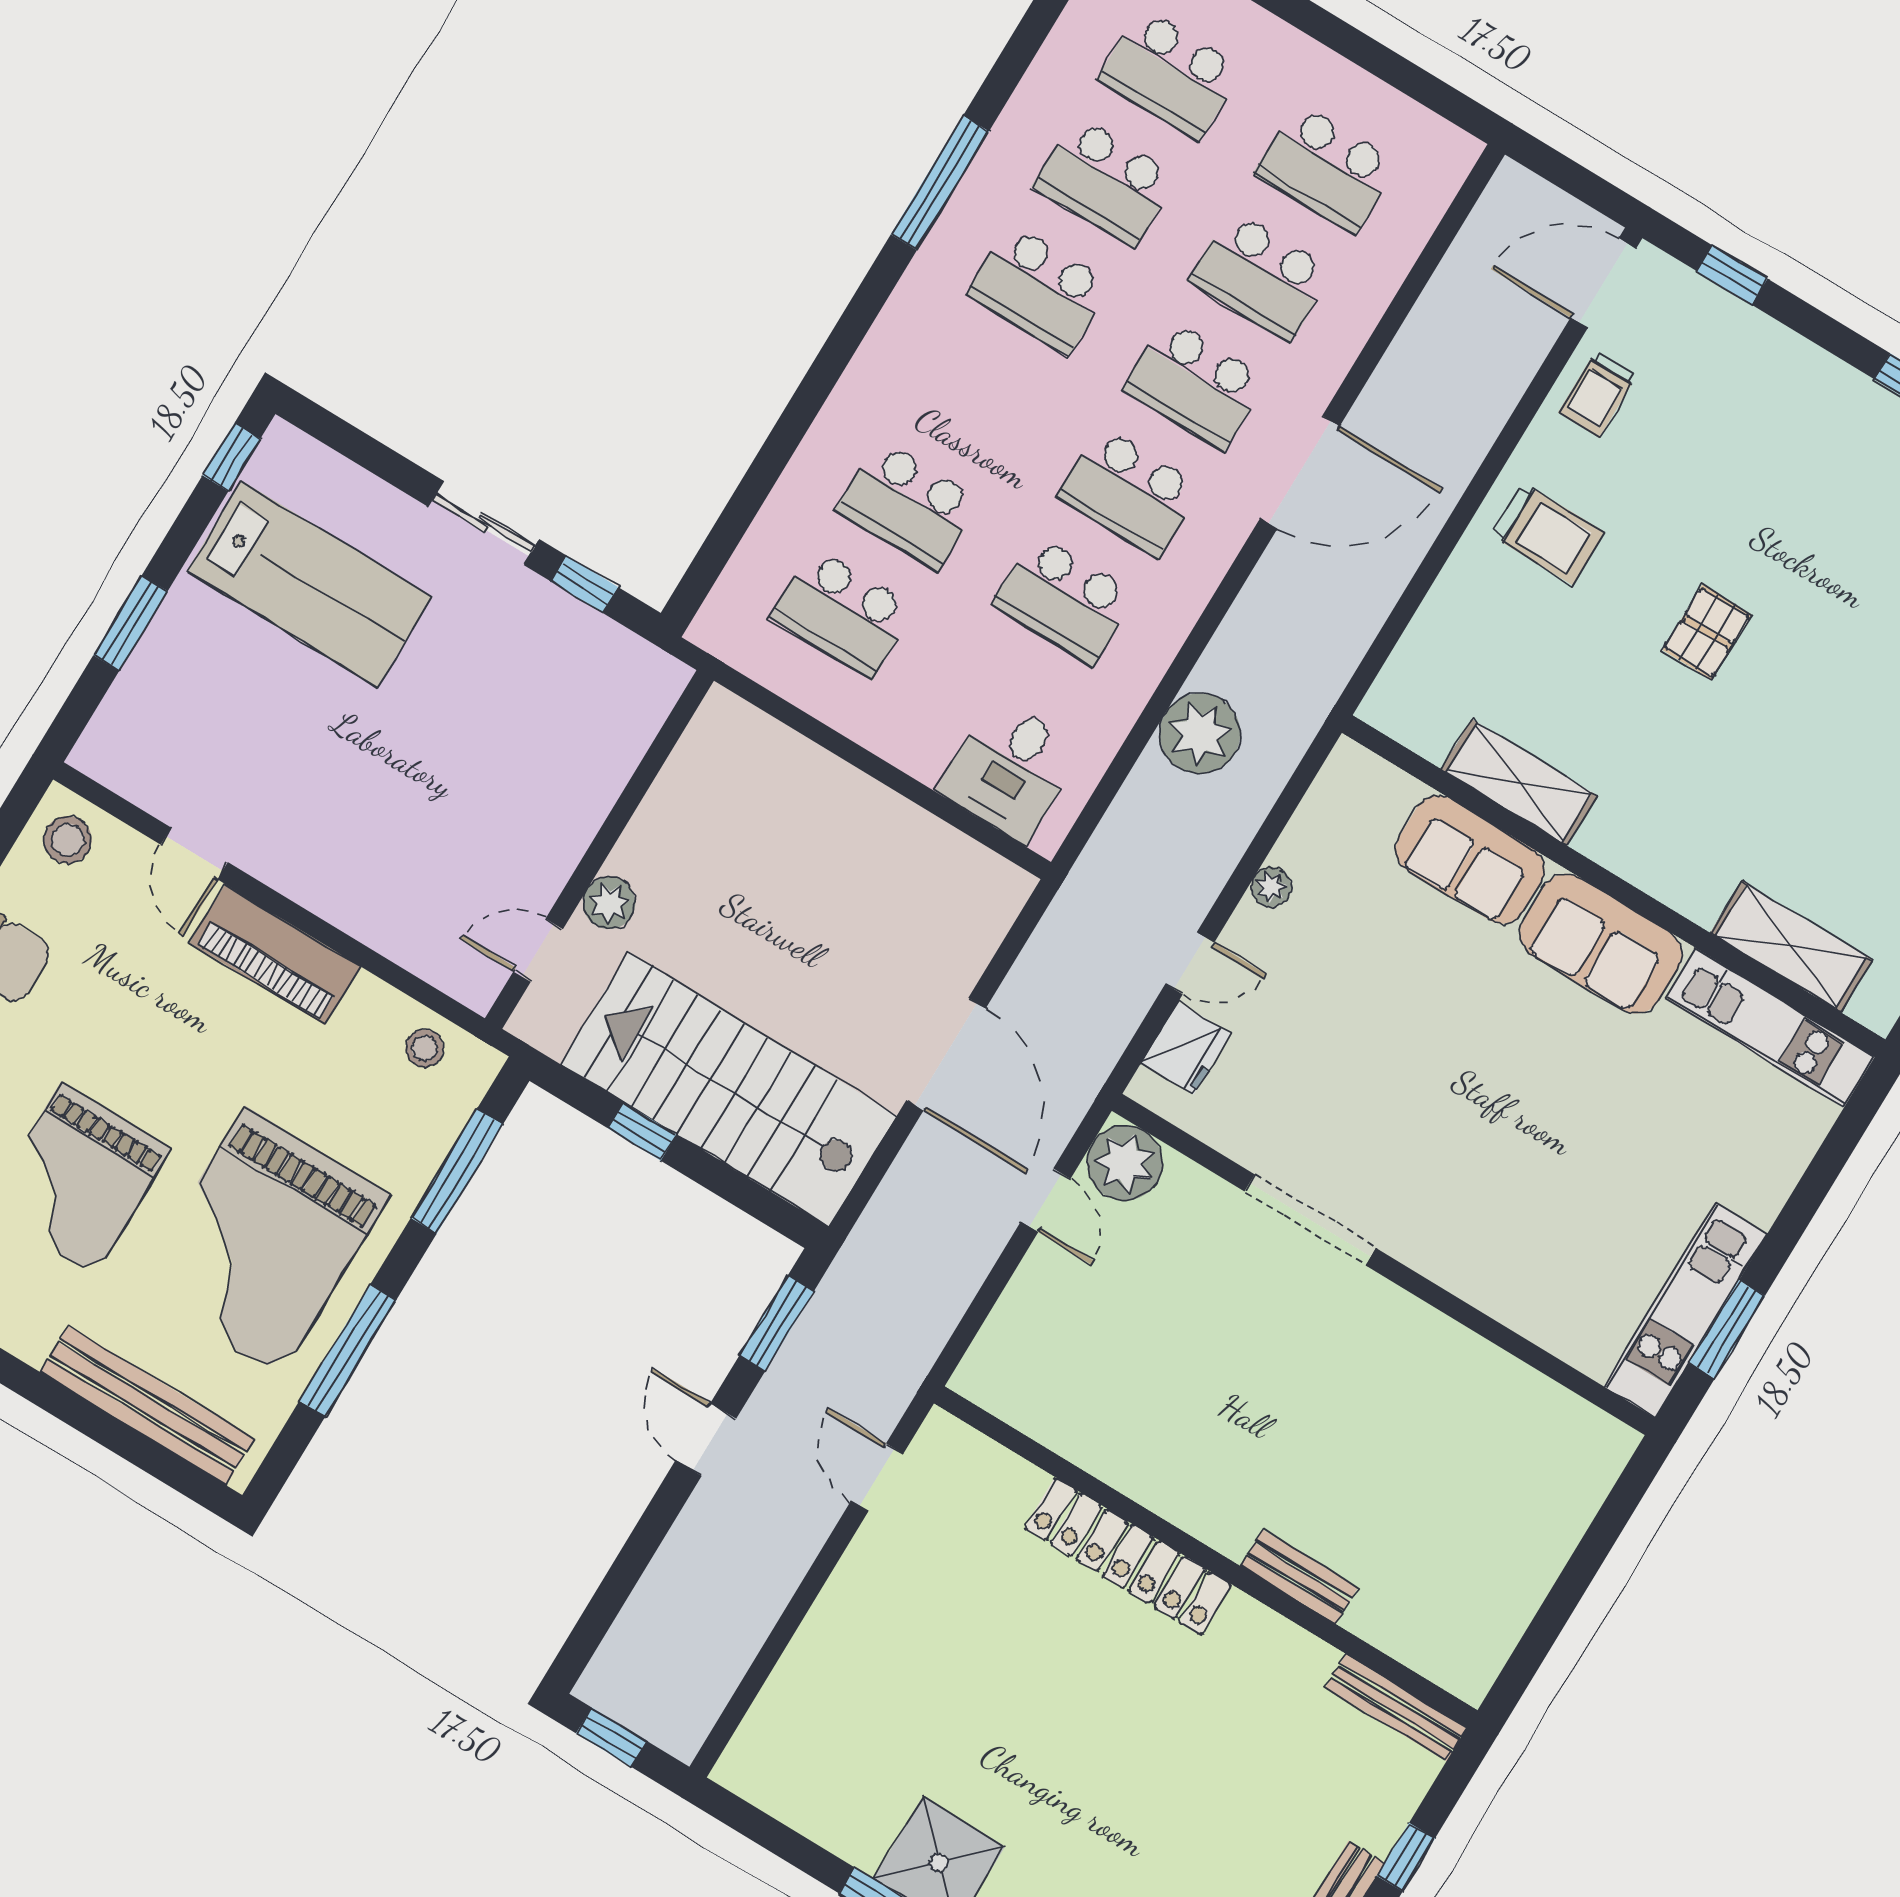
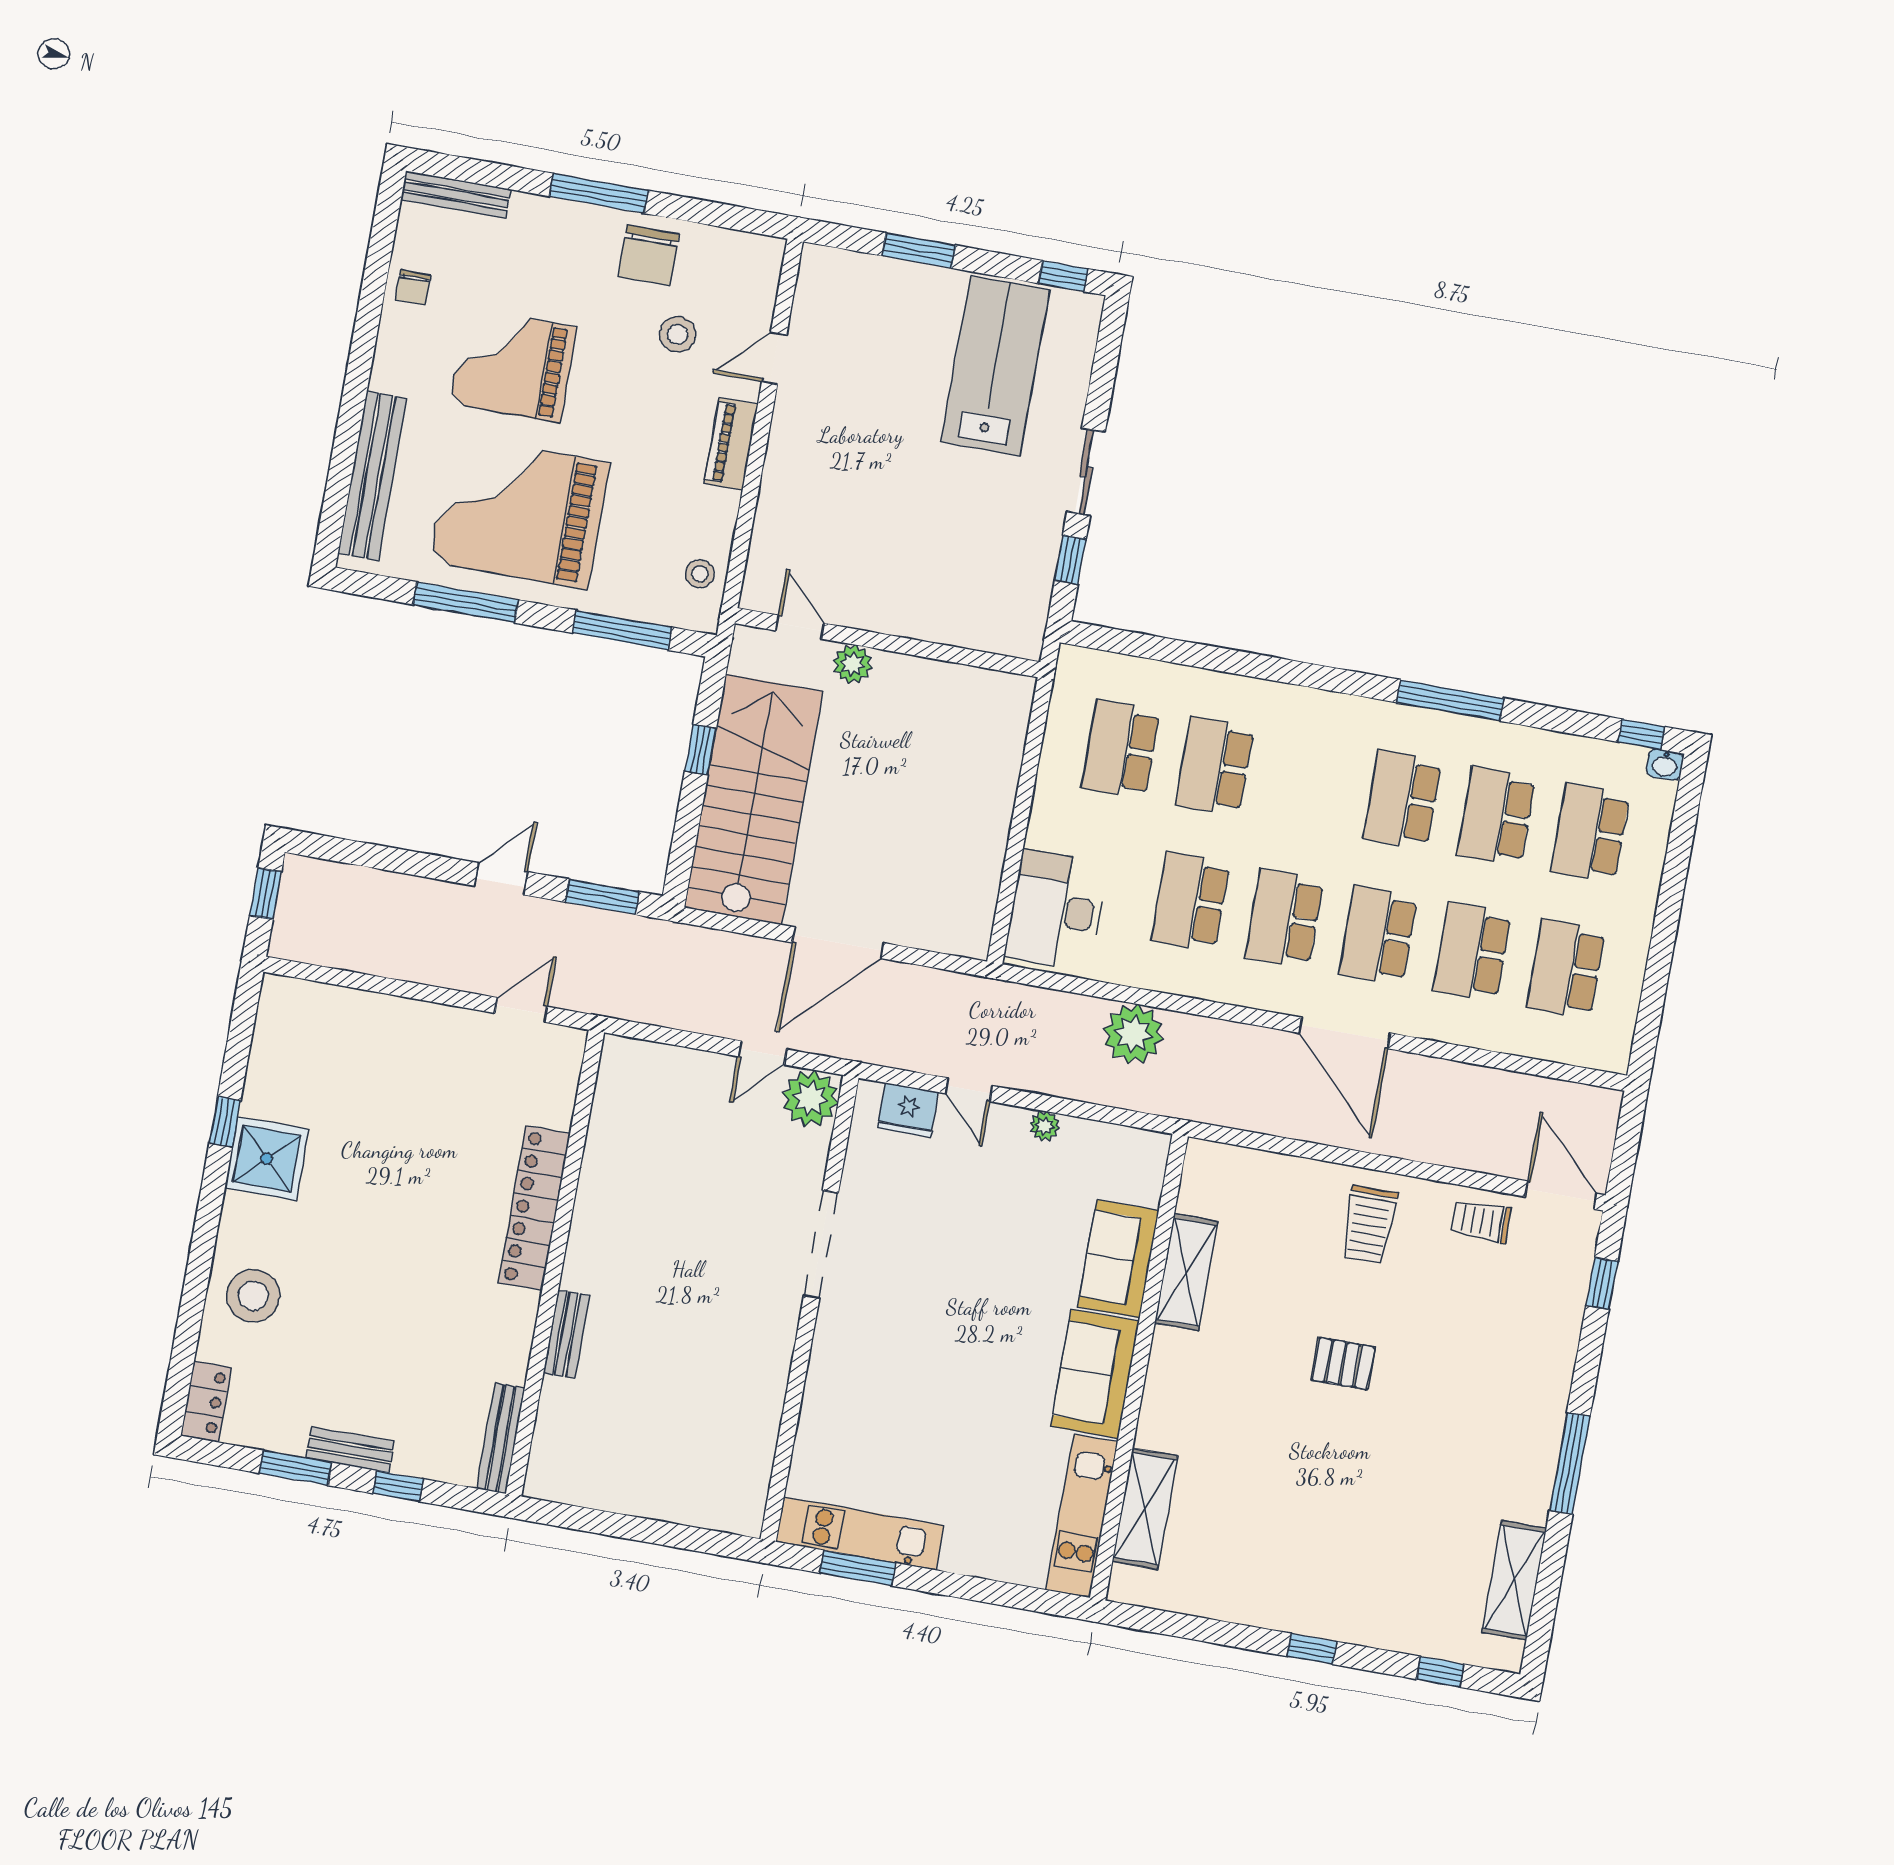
lab bench: (309, 584) -> (995, 366), turned 180
desk: (1010, 770) -> (1056, 910), width x1.37
stool: (68, 840) -> (678, 334), moved
piano: (275, 955) -> (731, 444), width x0.73, depth x0.75

